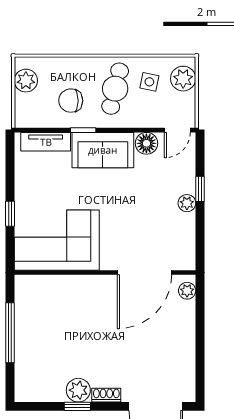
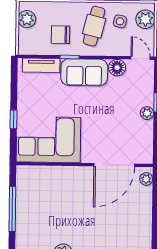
door: (177, 130) -> (141, 58), swing flipped

